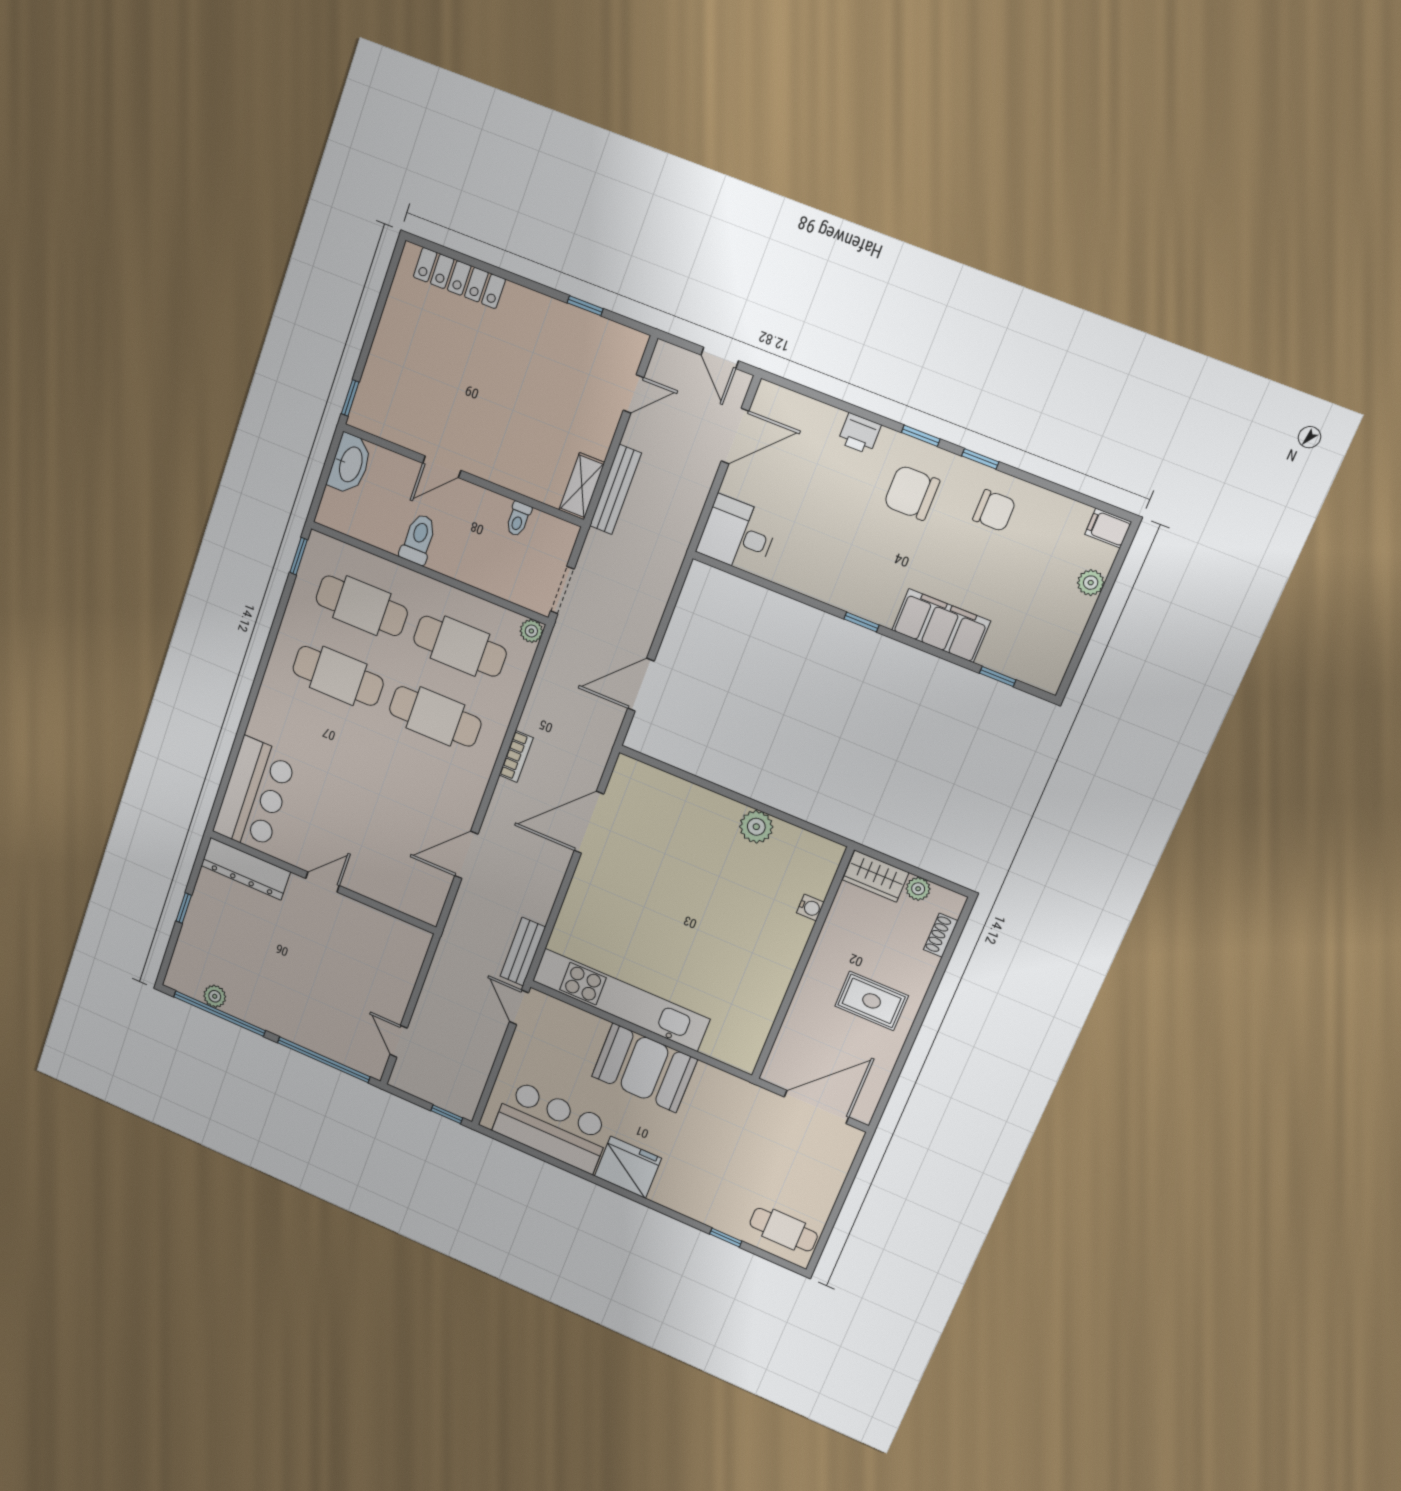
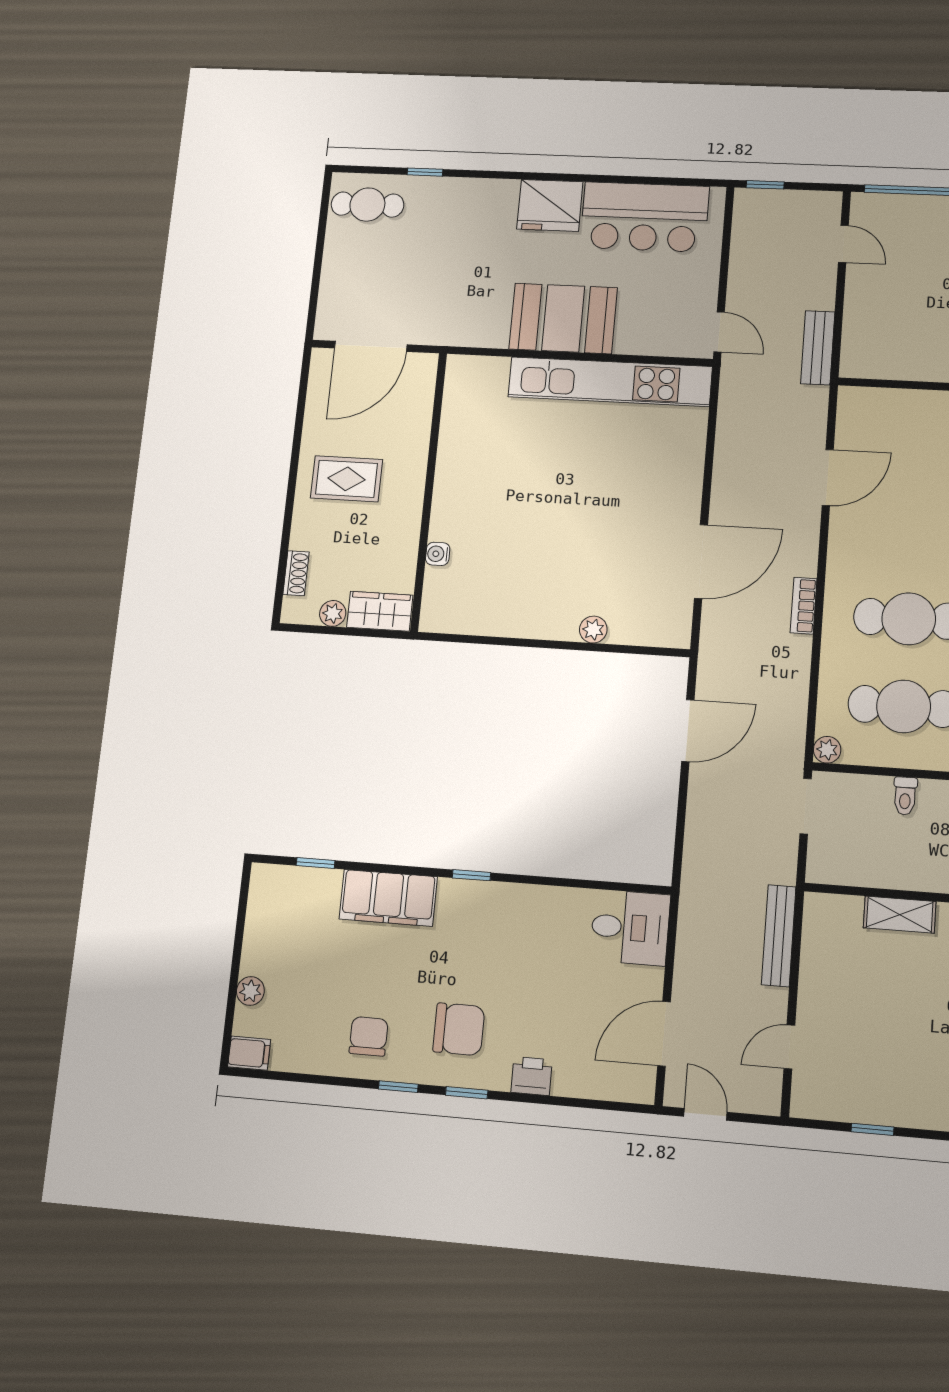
shelving: (582, 486) -> (900, 915), moved, turned 90
chair: (994, 510) -> (369, 1036), turned 90
toilet: (518, 519) -> (905, 796), moved, turned 180
plant: (756, 827) -> (593, 630), moved, width x0.73, depth x0.73
bench: (523, 952) -> (818, 348), moved

